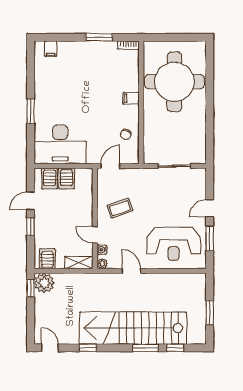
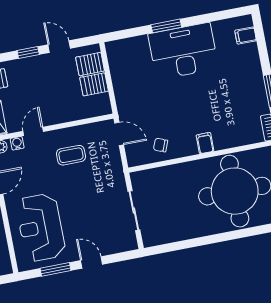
desk: (60, 144) -> (183, 51), moved, turned 90
coffee table: (120, 208) -> (71, 155), turned -71

